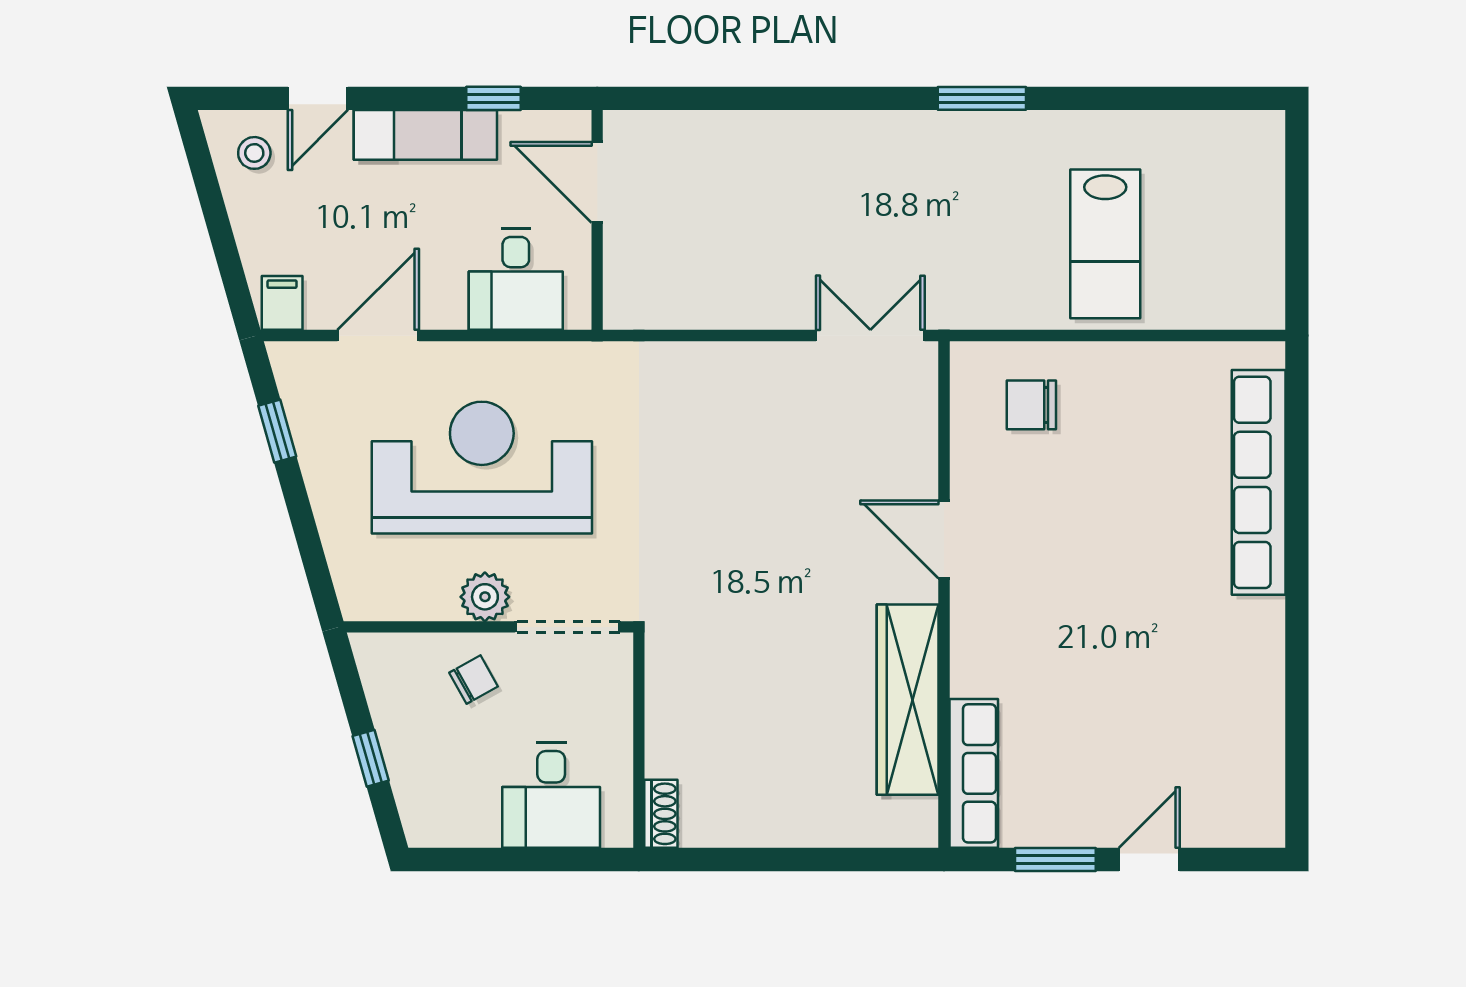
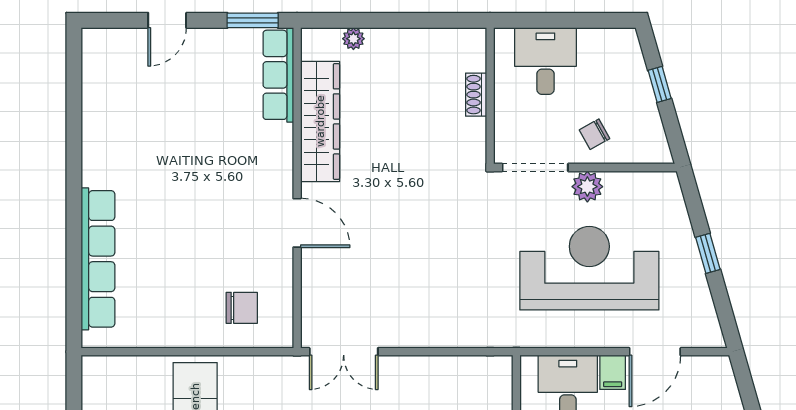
filing cabinet: (282, 303) -> (613, 372), moved
window: (277, 431) -> (708, 253), moved
reception desk: (482, 468) -> (589, 268), turned 180
shoe rack: (661, 814) -> (476, 95), moved
plant: (855, 830) -> (353, 39), added
window: (1055, 859) -> (253, 20), moved

